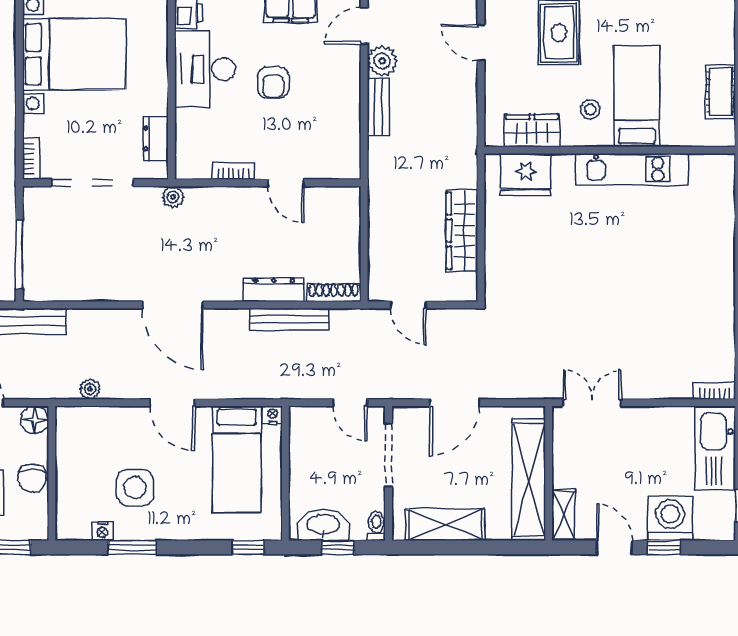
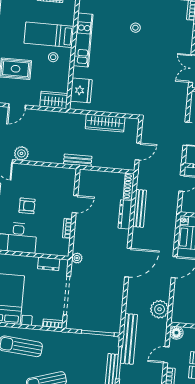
bench: (378, 107) -> (78, 160), moved
wardrobe: (532, 131) -> (54, 100), moved, turned 90
stool: (668, 277) -> (135, 28), added
plant: (90, 389) -> (160, 309), width x1.88, depth x1.88

